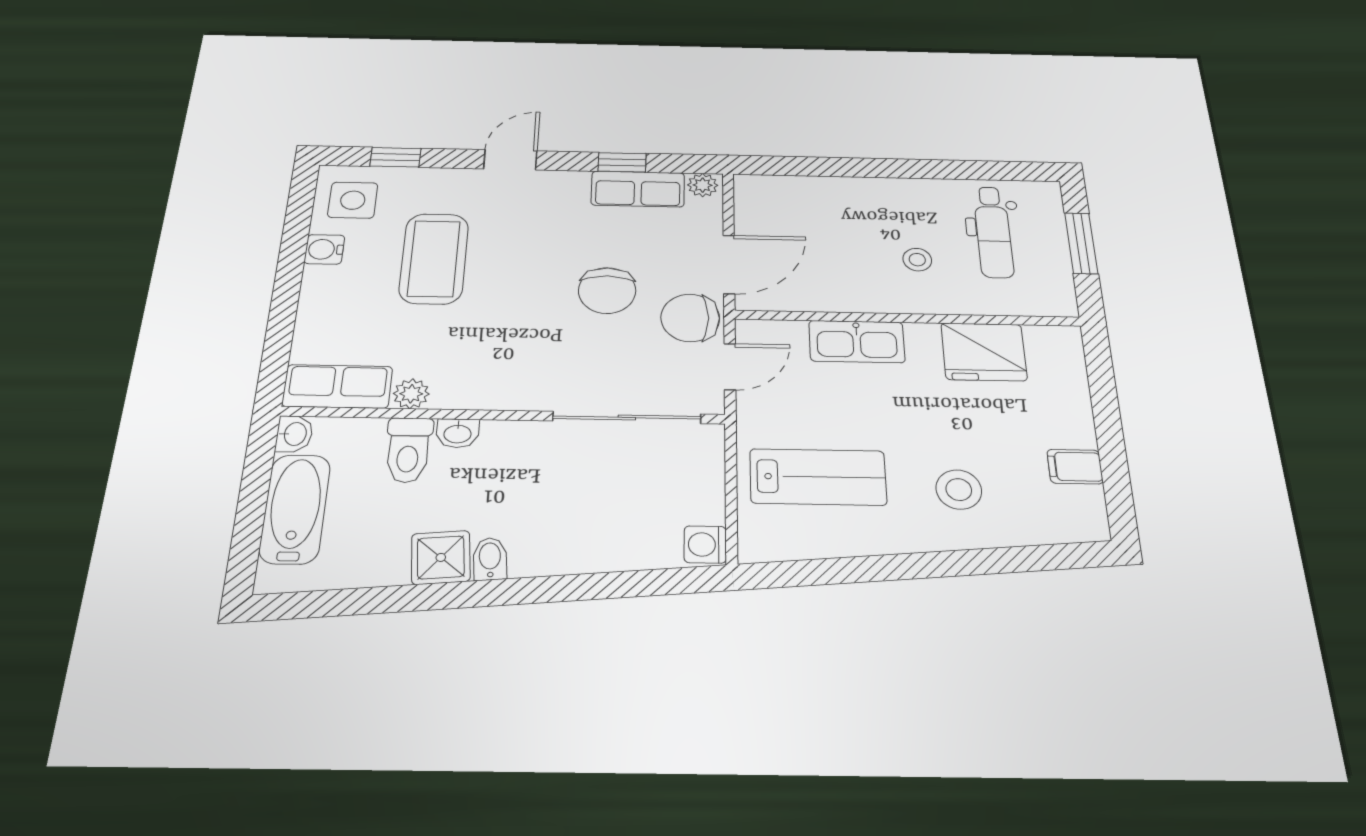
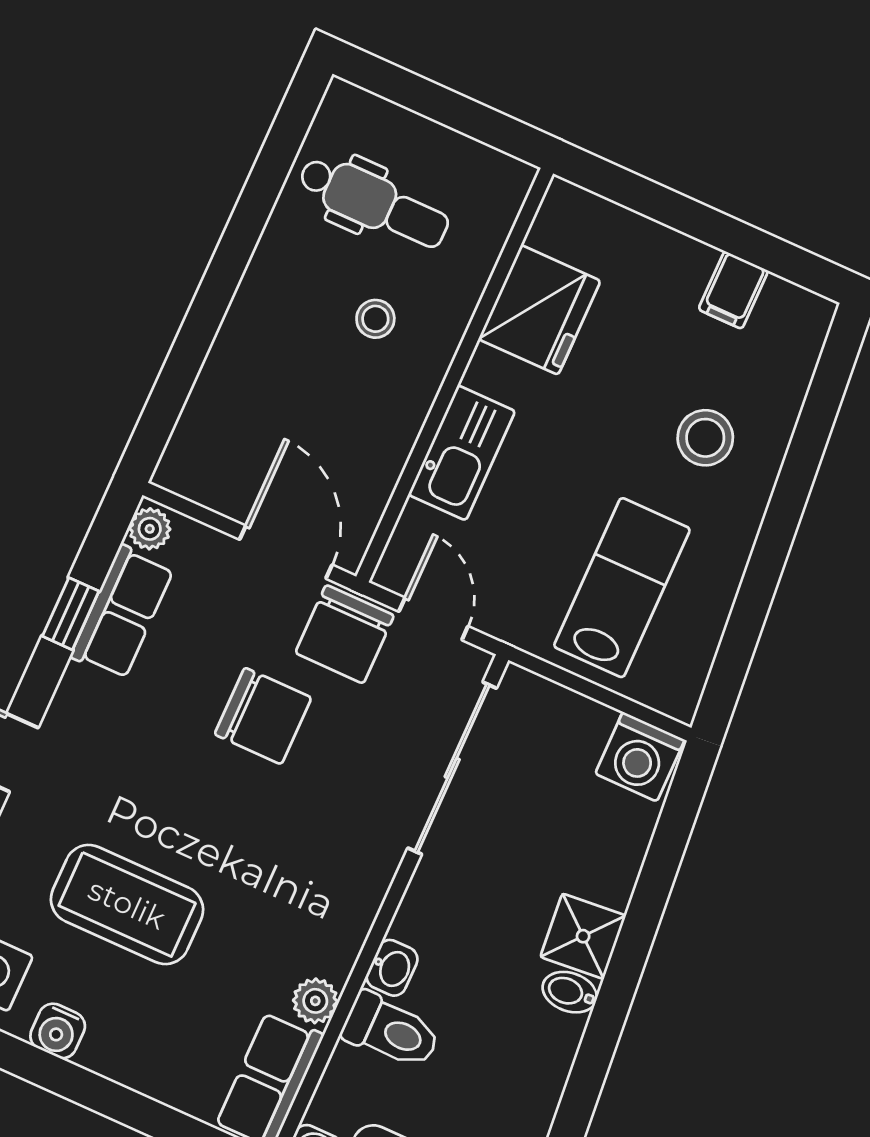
window: (1081, 243) -> (436, 103), removed
washing machine: (705, 545) -> (640, 757), width x1.38, depth x1.38
shower: (441, 557) -> (583, 936), moved

